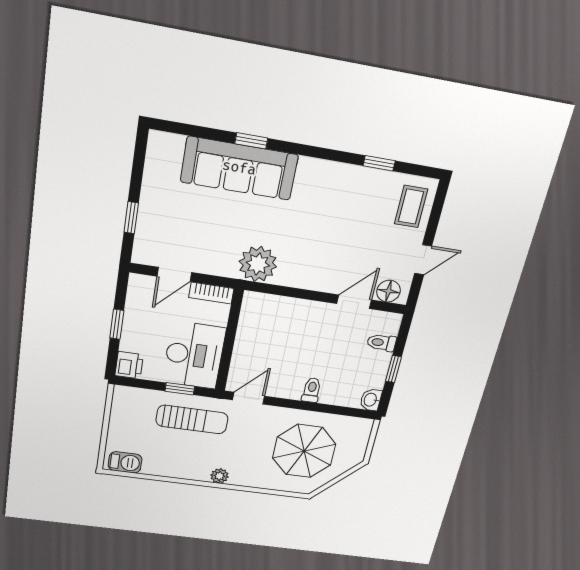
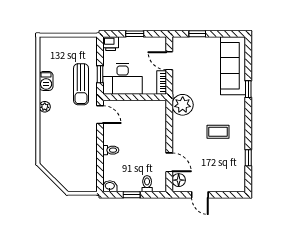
sofa: (239, 168) -> (233, 66), moved
coffee table: (411, 207) -> (218, 132), moved
parasol: (304, 451) -> (70, 154), removed
barbecue: (125, 462) -> (46, 81), moved

